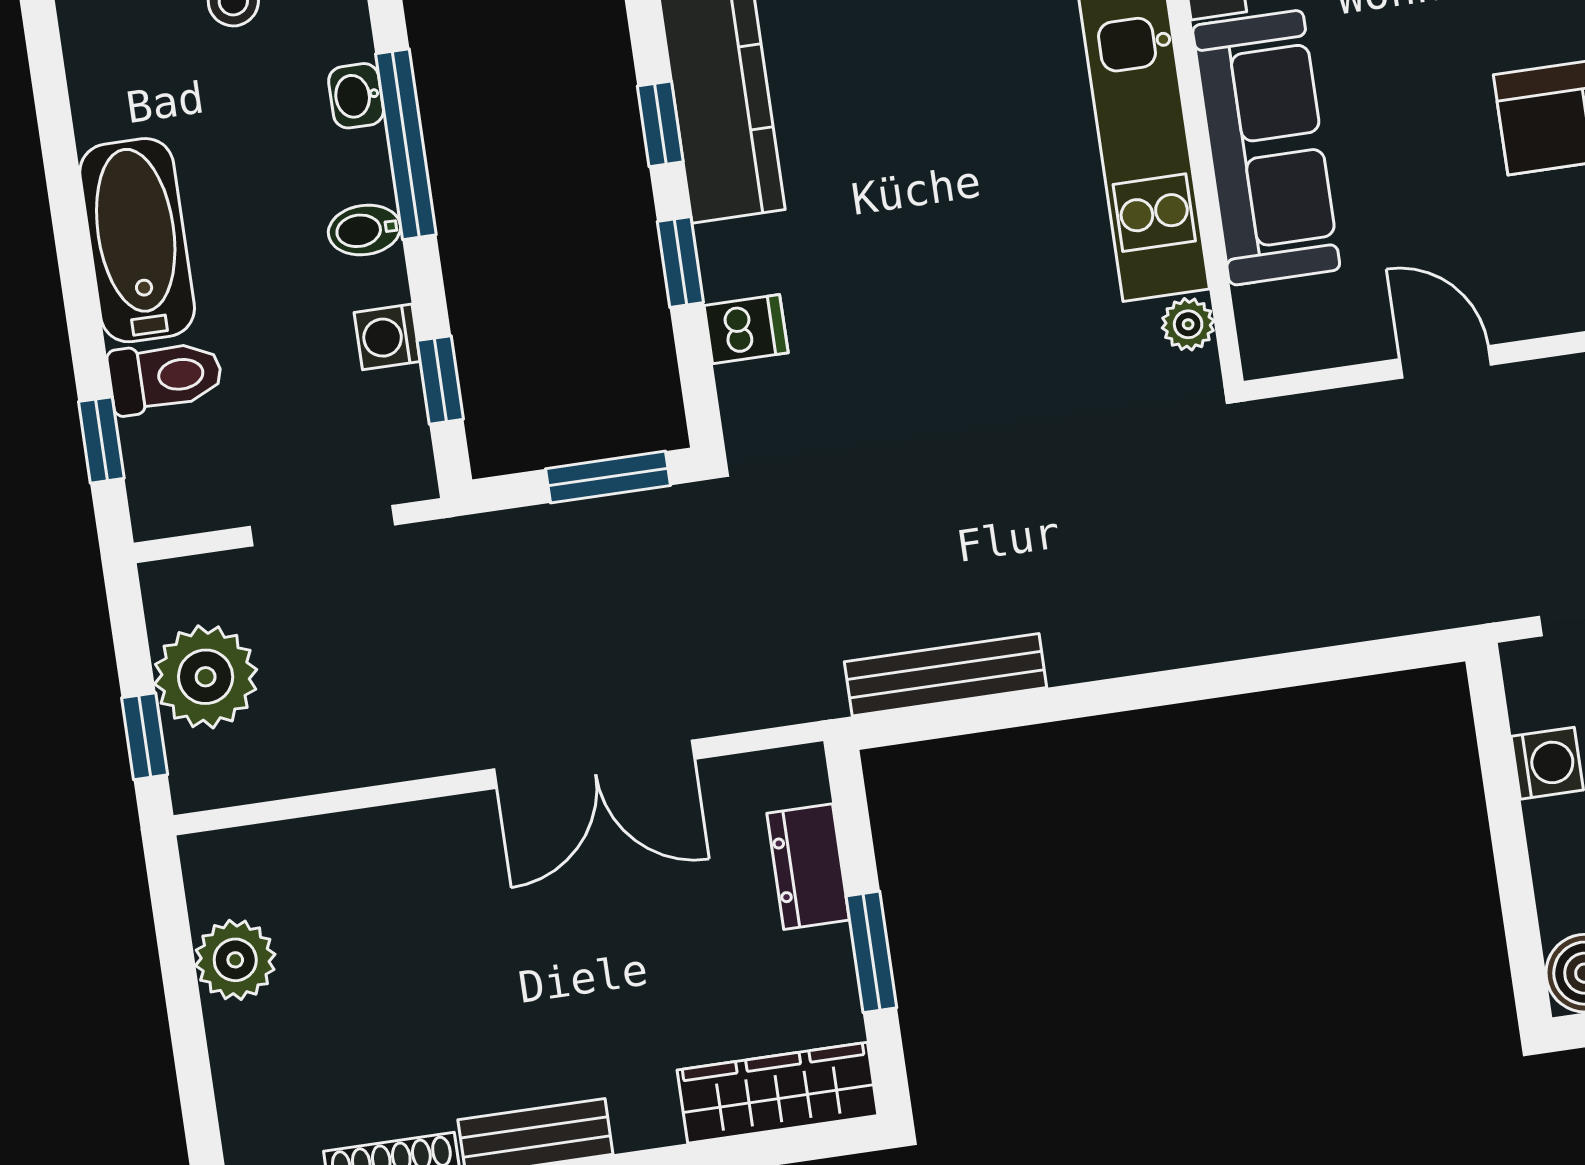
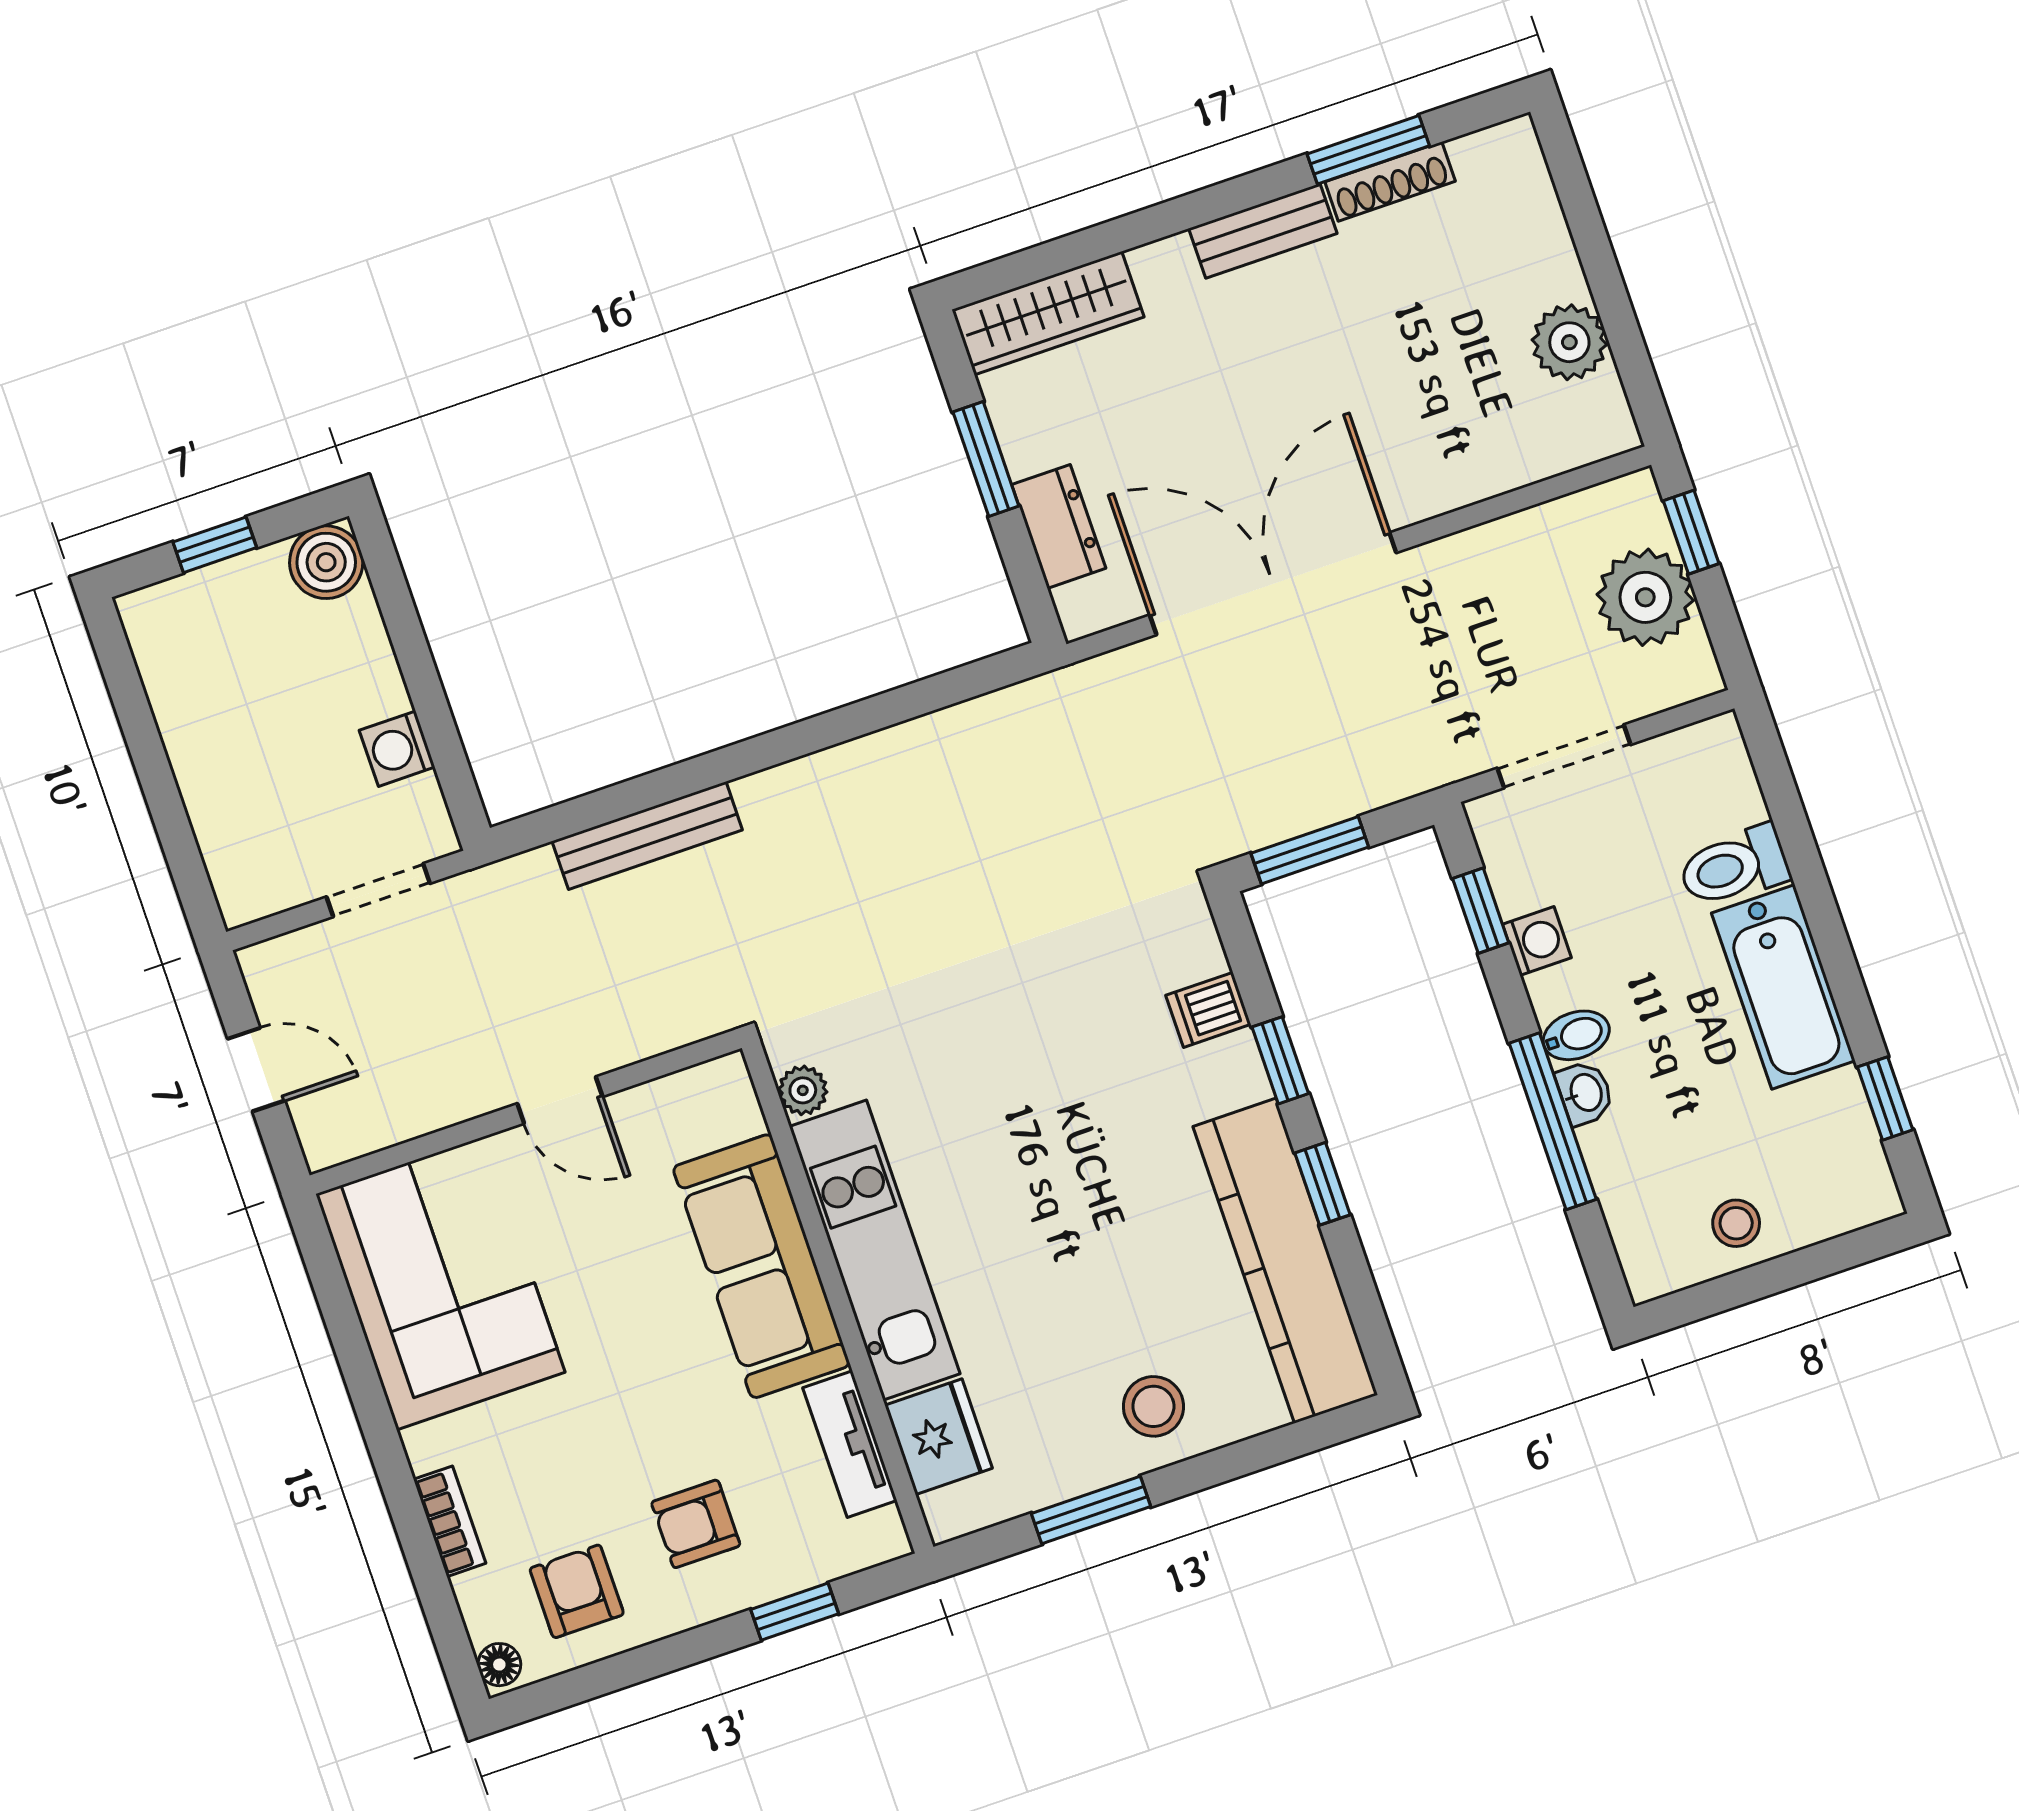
washbasin: (356, 96) -> (1585, 1093), moved
window: (101, 440) -> (1885, 1098), moved
bench: (946, 675) -> (647, 835), moved
double door: (594, 764) -> (1273, 584), width x1.36

